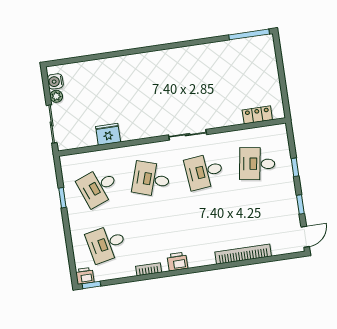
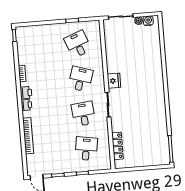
locker: (257, 115) -> (118, 146), width x1.53
fridge: (108, 134) -> (114, 81), moved
desk: (106, 244) -> (41, 47), removed
printer: (85, 276) -> (26, 105), moved

